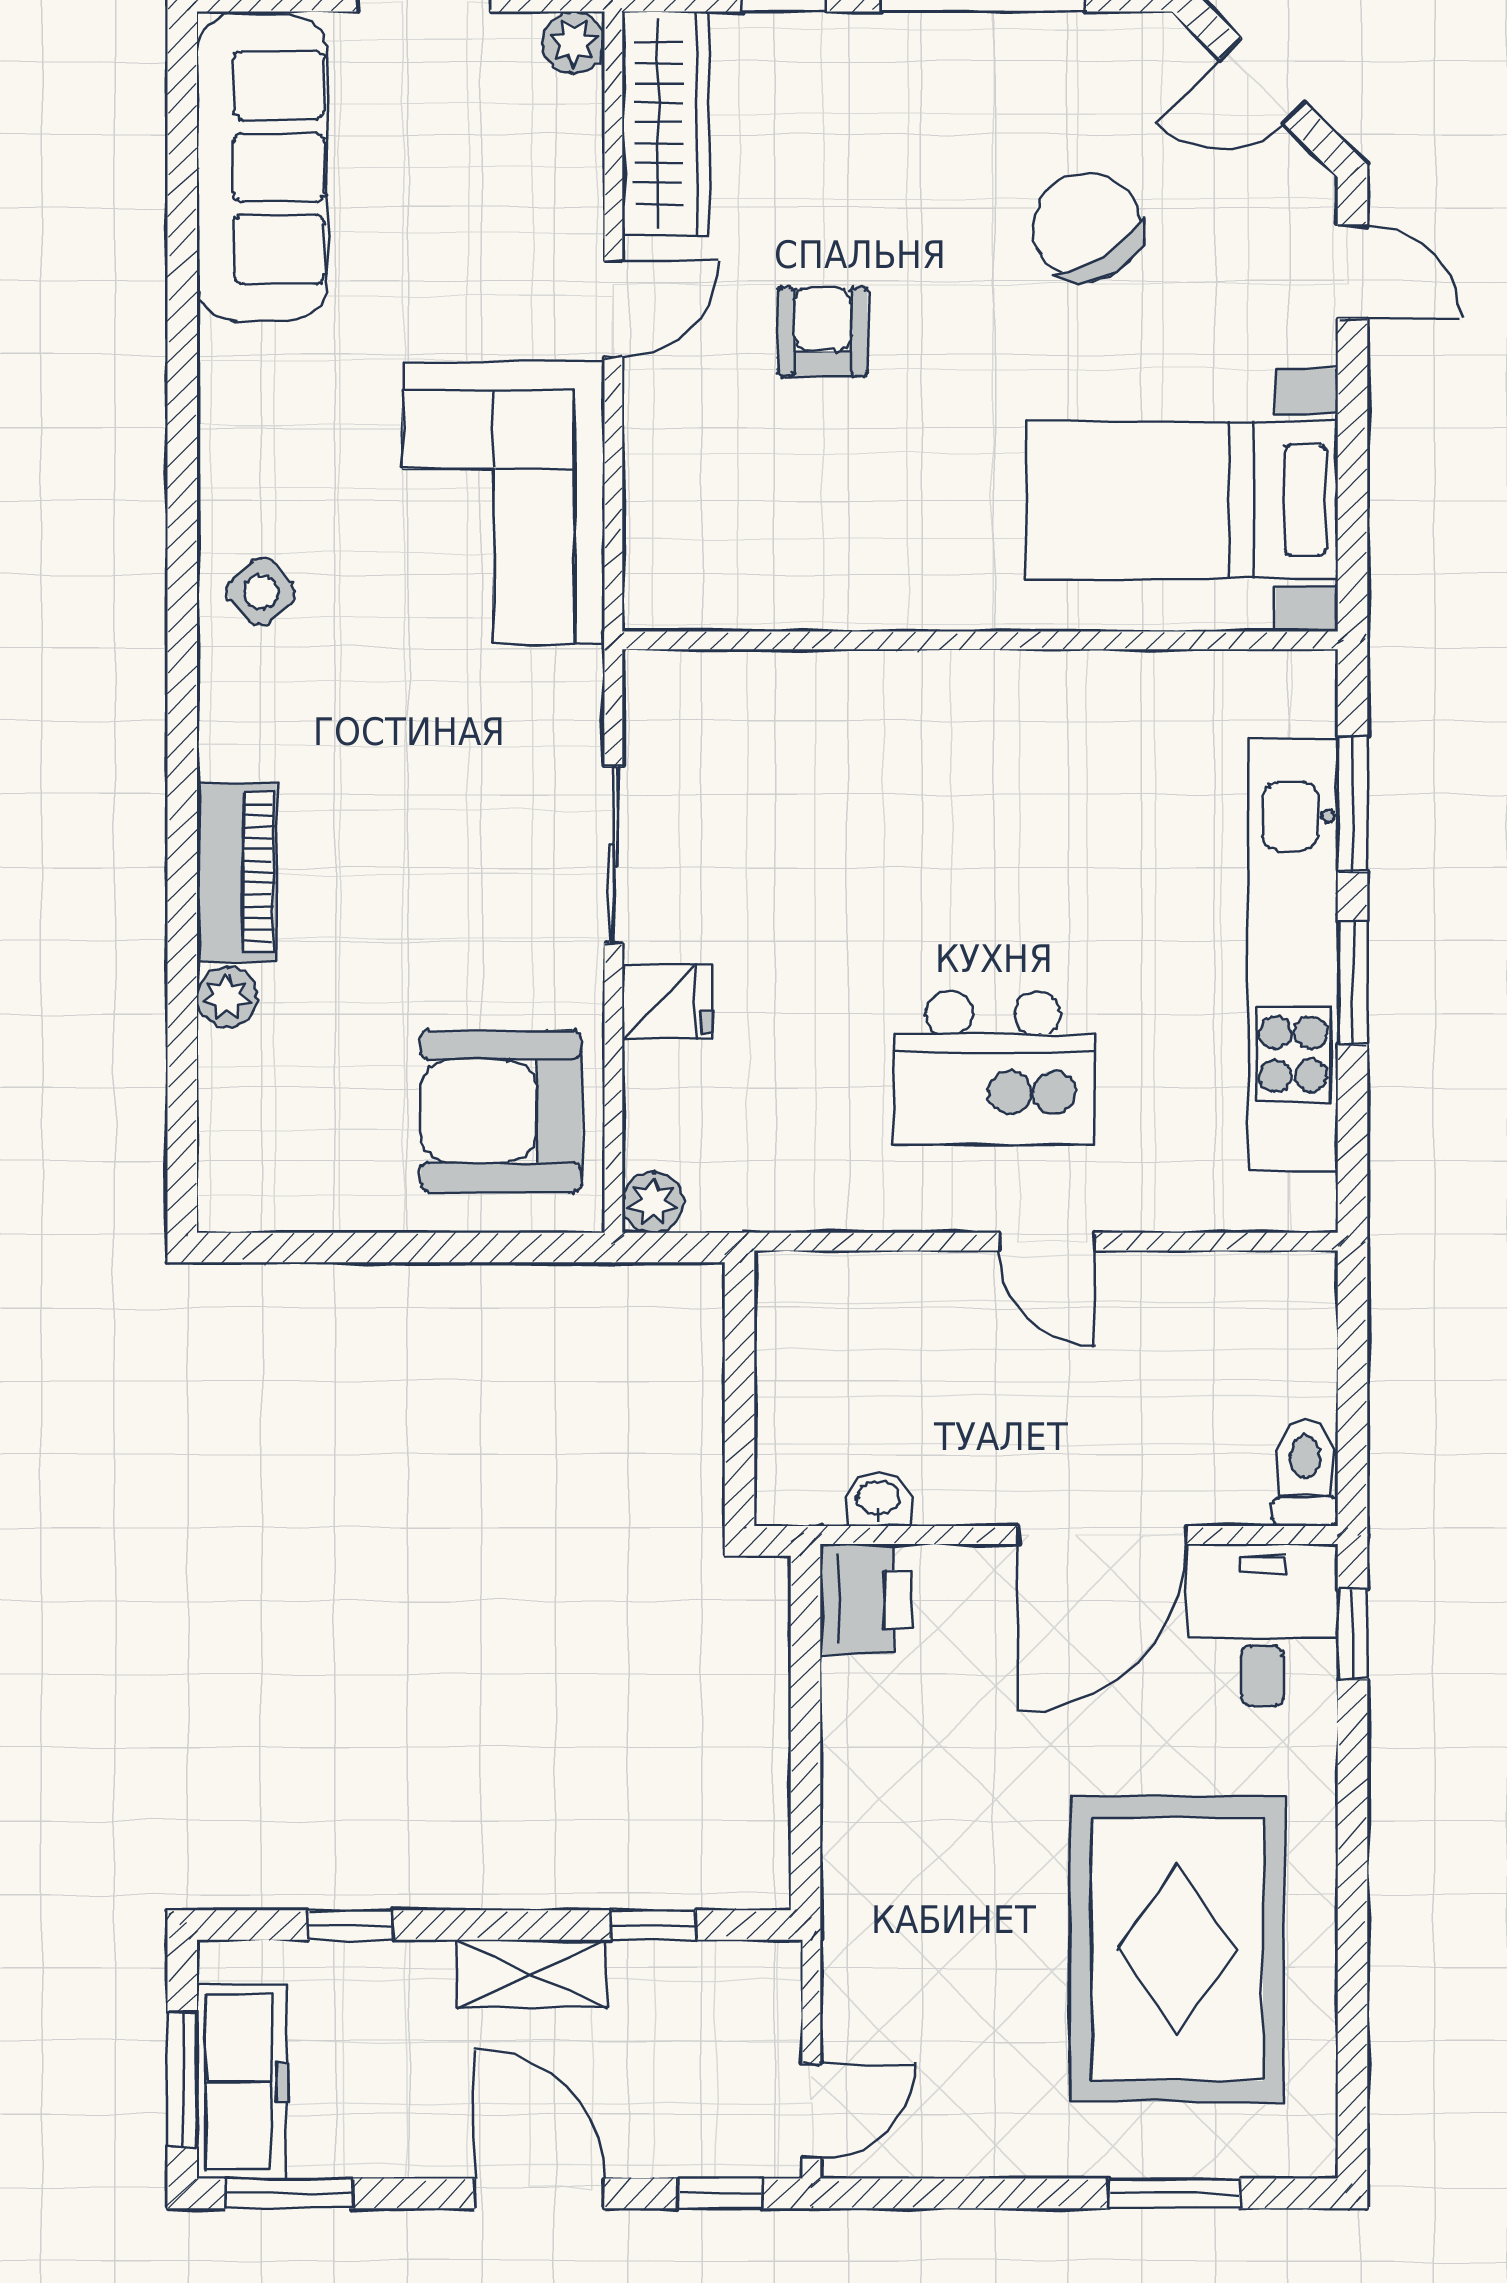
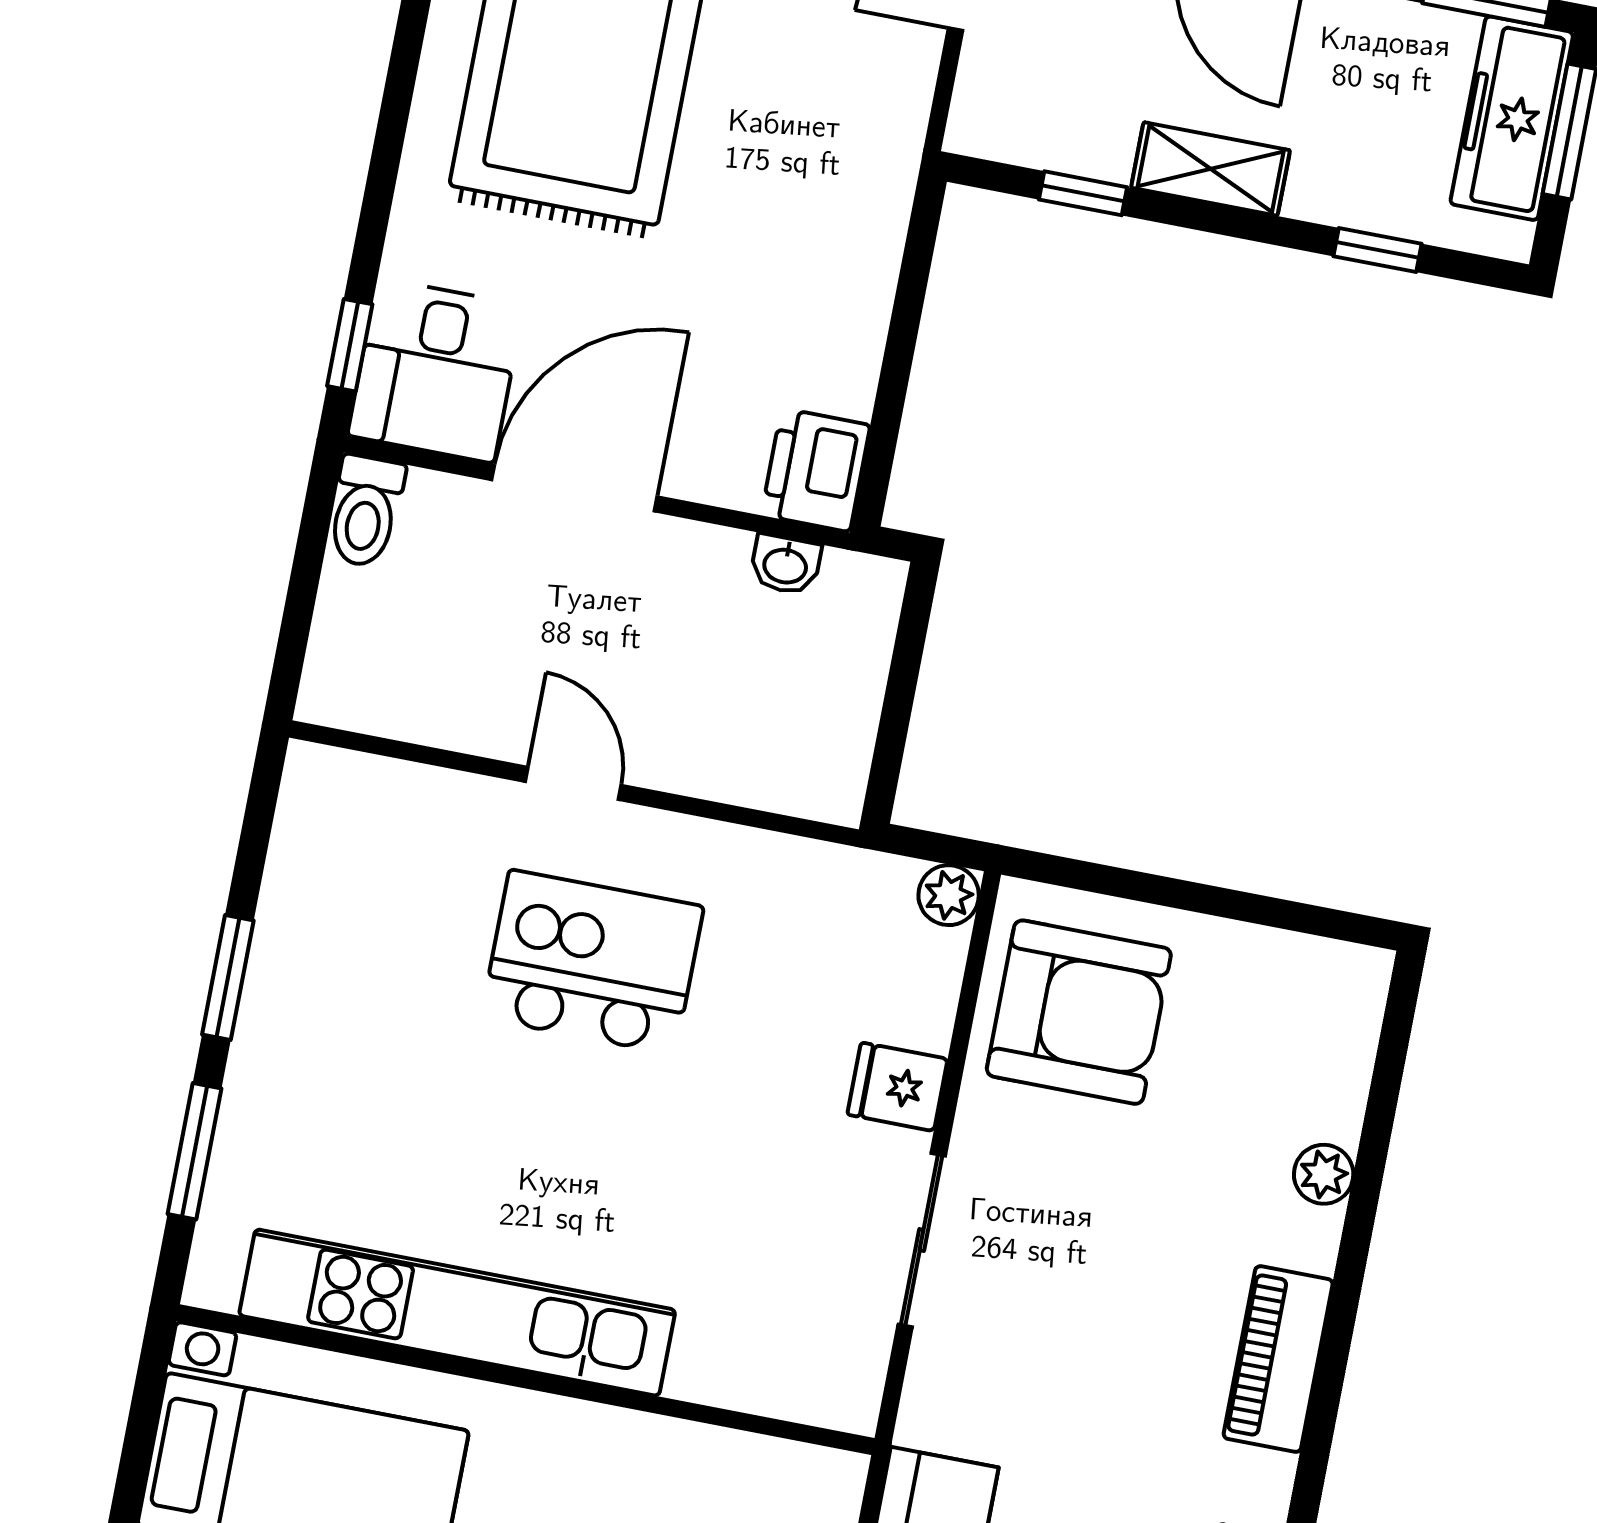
piano: (237, 872) -> (1278, 1359), moved
kitchen unit: (1293, 955) -> (457, 1313), moved, turned -90

